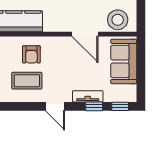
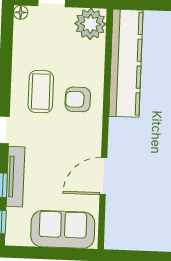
stool: (118, 20) -> (122, 223), removed
tv unit: (88, 96) -> (15, 177), width x1.41

